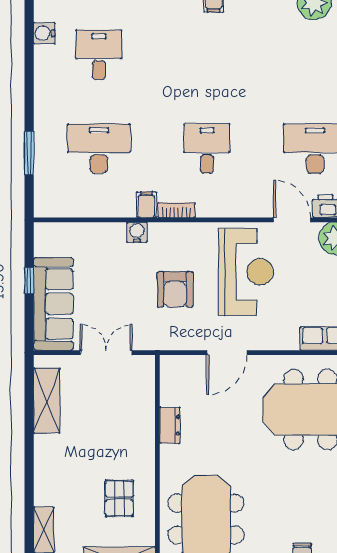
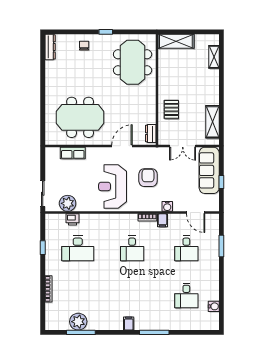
desk: (99, 149) -> (186, 248), width x0.73
door: (292, 220) -> (196, 213), moved
dresser: (170, 425) -> (151, 134), moved
pallet: (119, 498) -> (171, 109), moved

